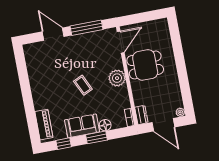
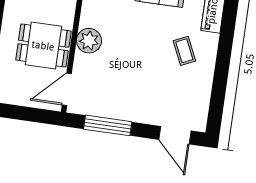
door: (53, 34) -> (175, 135), moved
coffee table: (83, 85) -> (184, 51), moved

